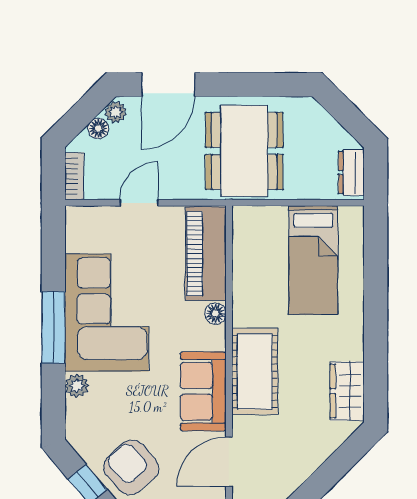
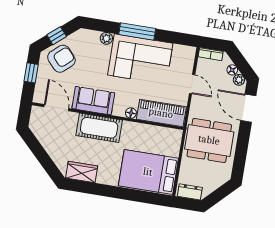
bed: (313, 260) -> (148, 172), width x1.50

